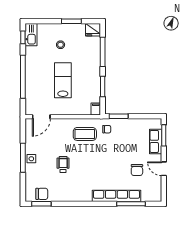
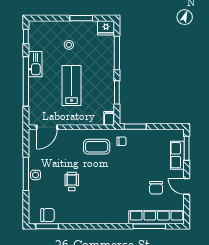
kitchen sink: (31, 35) -> (35, 64), moved
row of seats: (116, 196) -> (157, 217), moved

